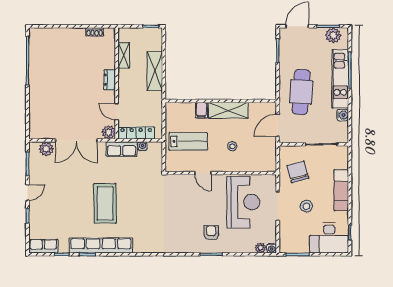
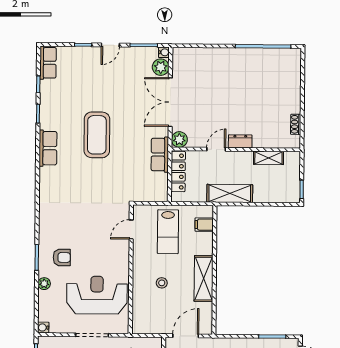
shelving: (155, 71) -> (230, 193), moved
filing cabinet: (201, 110) -> (204, 225), moved
door: (117, 112) -> (216, 149), moved
door: (278, 125) -> (186, 336), hinge flipped
water cooler: (143, 146) -> (164, 52), moved
door: (203, 173) -> (131, 229), moved
door: (28, 192) -> (110, 45), hinge flipped
reception desk: (243, 202) -> (97, 295), turned 180
coffee table: (105, 203) -> (97, 135), turned 90
row of seats: (101, 245) -> (48, 148), width x0.50
plant: (261, 248) -> (44, 284), moved

